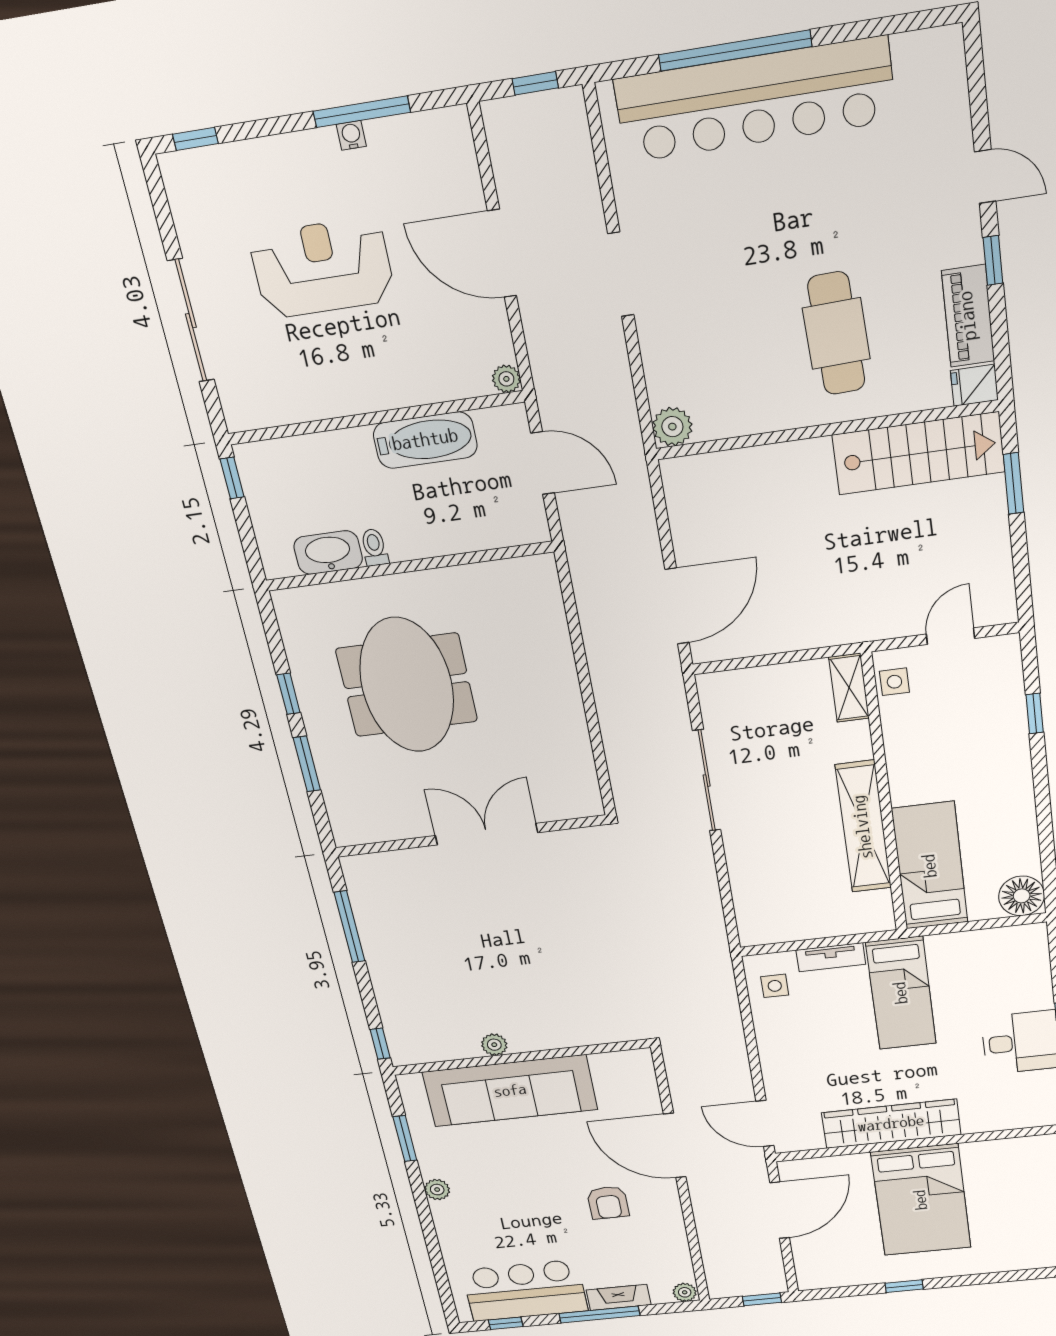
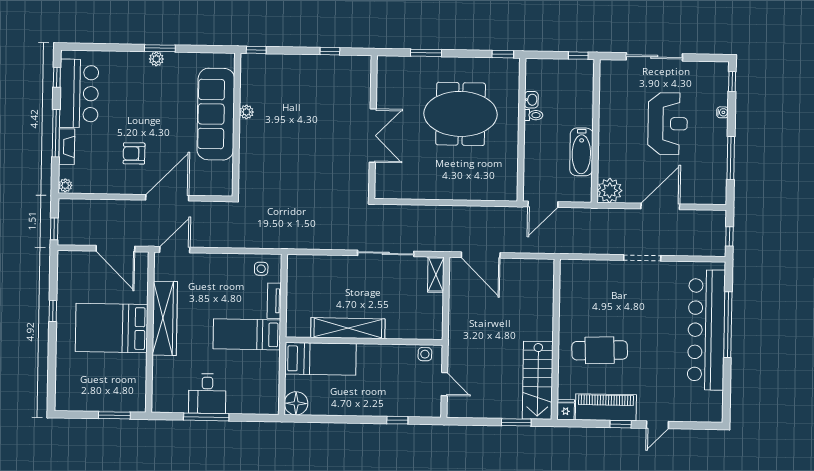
water cooler: (351, 135) -> (722, 112), moved
piano: (968, 316) -> (606, 407), width x1.37, depth x1.33
plant: (506, 379) -> (610, 190), width x1.88, depth x1.88
plant: (672, 427) -> (569, 269), removed
door: (543, 463) -> (543, 204), moved
washbasin: (328, 553) -> (531, 100), width x0.52, depth x0.69
shelving: (849, 688) -> (436, 275), moved, turned 90
window: (289, 694) -> (503, 54), moved
window: (349, 927) -> (330, 51), width x0.46
window: (405, 1138) -> (160, 48), moved

